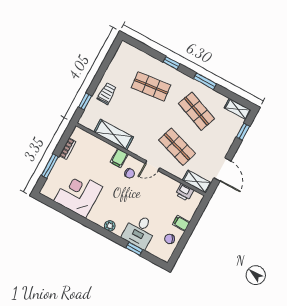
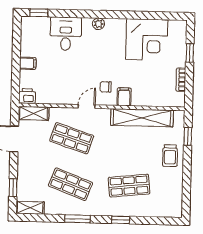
shelving: (114, 135) -> (142, 118), width x1.47
window: (50, 166) -> (190, 53), width x0.67
printer: (185, 192) -> (27, 96), moved
chair: (170, 239) -> (31, 42), removed
window: (134, 249) -> (39, 13), moved

